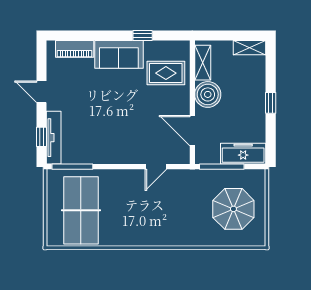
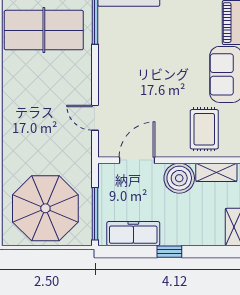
freezer: (243, 154) -> (133, 234), moved, turned -90
window: (222, 167) -> (95, 214), moved
parasol: (233, 209) -> (45, 208), width x1.36, depth x1.36

